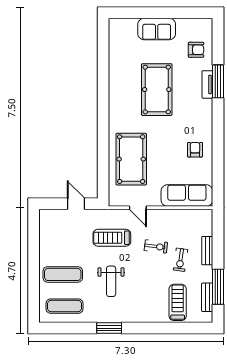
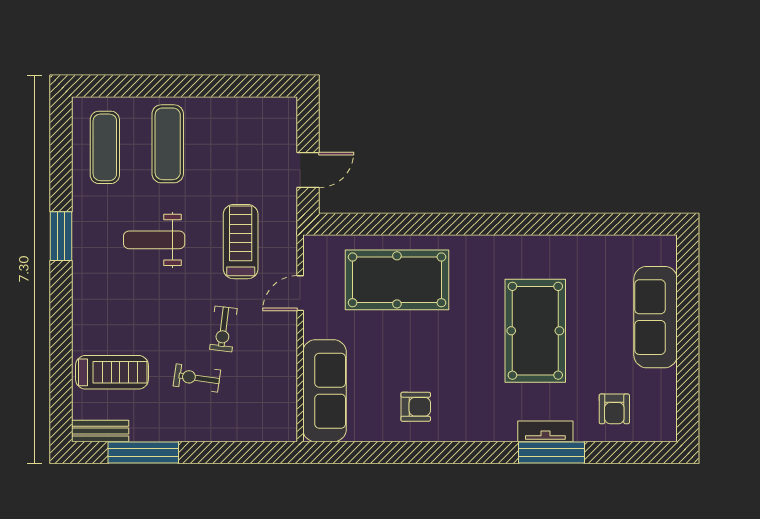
sofa: (157, 29) -> (656, 317), width x1.36
pool table: (157, 90) -> (535, 331), turned 90
bench: (207, 251) -> (215, 431), removed
bench: (207, 297) -> (100, 431), moved

